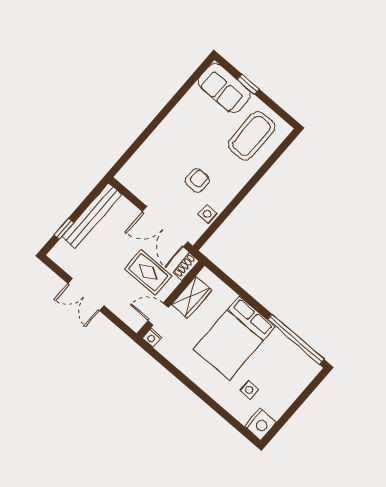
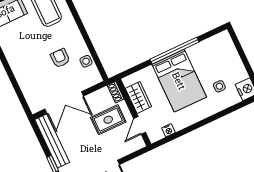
double door: (165, 227) -> (64, 103), moved
nightstand: (152, 338) -> (169, 130), moved
window: (296, 339) -> (174, 51), moved

